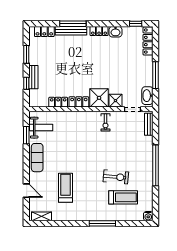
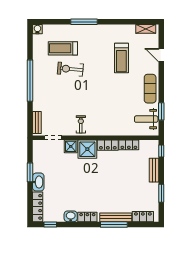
window: (156, 75) -> (30, 172), width x0.69
window: (26, 83) -> (161, 151), moved
washbasin: (147, 96) -> (38, 182), moved

